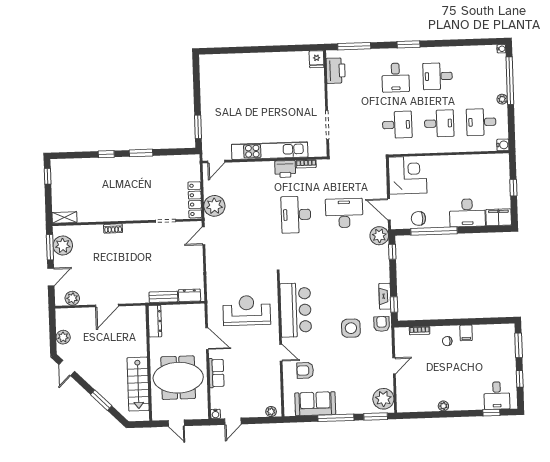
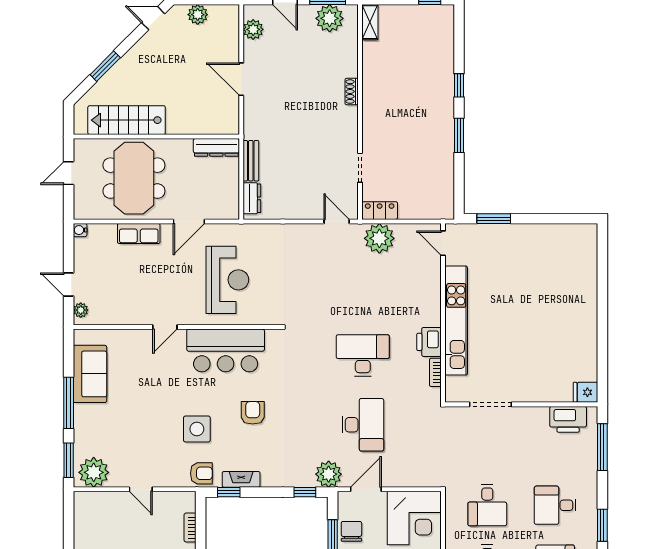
locker: (195, 200) -> (380, 211), width x0.66
armchair: (305, 370) -> (253, 413), moved
door: (233, 421) -> (69, 285), moved

